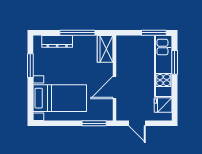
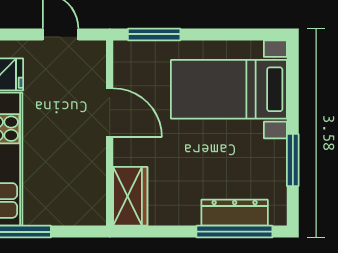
window: (77, 33) -> (234, 232), moved
door: (115, 87) -> (110, 113), hinge flipped

